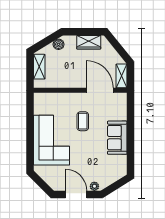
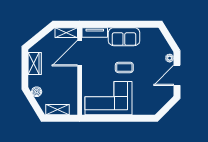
tv unit: (122, 106) -> (95, 32), added
coffee table: (83, 121) -> (124, 67), moved
corner sofa: (52, 140) -> (108, 98), moved

